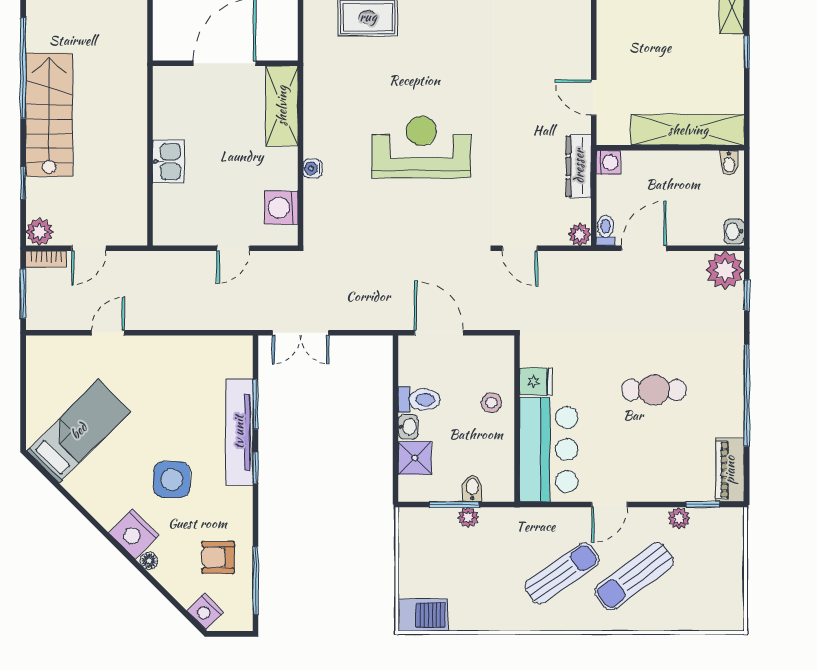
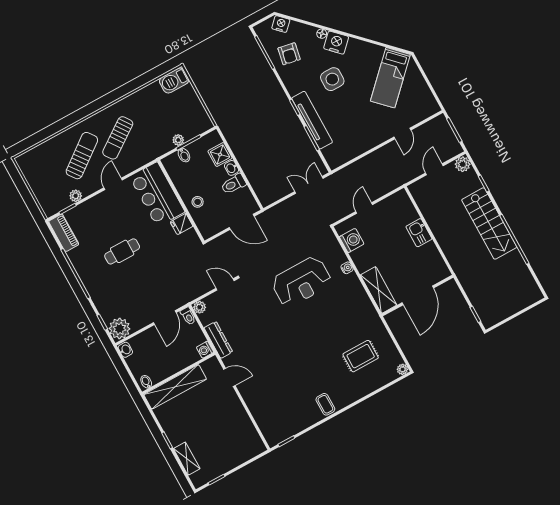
reception desk: (421, 147) -> (301, 282), moved
bookcase: (46, 259) -> (452, 153), removed
armchair: (218, 557) -> (289, 54), turned 101

